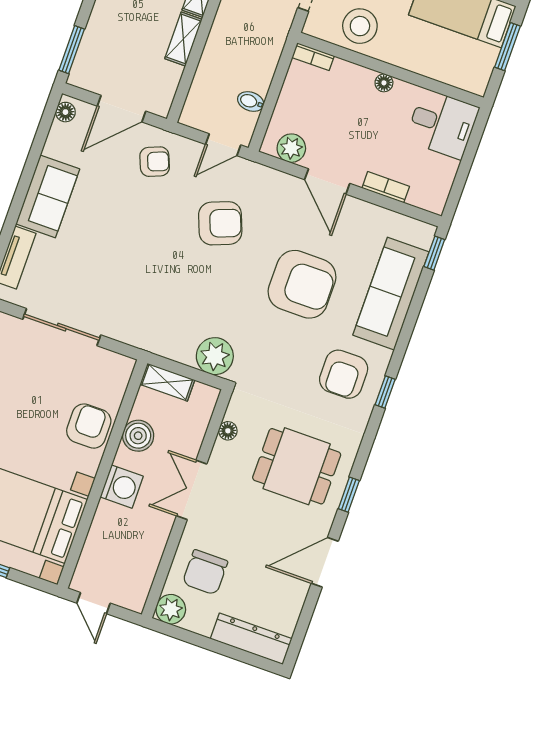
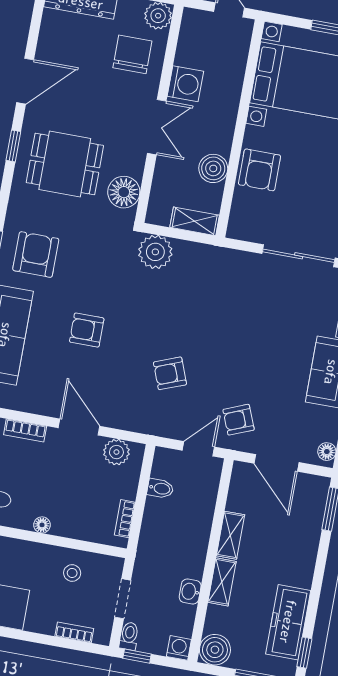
stool: (360, 26) -> (72, 573), width x0.53, depth x0.53
bookcase: (313, 57) -> (125, 519), moved, turned -90
door: (121, 109) -> (276, 463), swing flipped
door: (223, 145) -> (198, 449), moved
armchair: (220, 223) -> (170, 373), width x0.72, depth x0.72
armchair: (302, 284) -> (87, 330), width x0.53, depth x0.53
floor lamp: (228, 431) -> (124, 192), width x1.89, depth x1.89
washing machine: (122, 487) -> (185, 84), moved, turned 180

